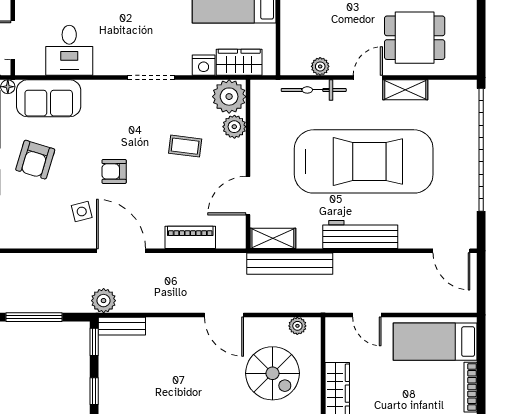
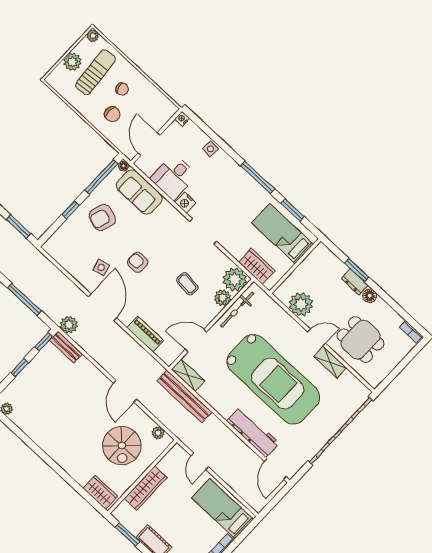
nightstand: (204, 65) -> (185, 202), moved
plant: (320, 66) -> (301, 304), width x1.88, depth x1.88
bicycle: (314, 90) -> (237, 310), moved, turned -90
workbench: (360, 235) -> (253, 432), moved

